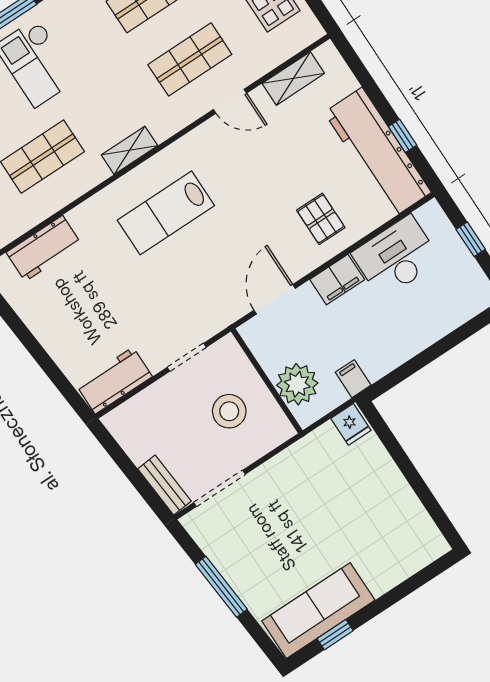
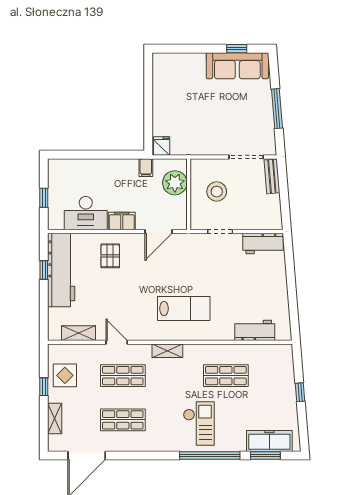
shelving: (129, 150) -> (167, 351), moved

